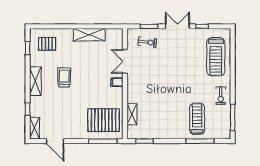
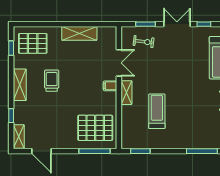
pallet: (47, 44) -> (33, 43), width x1.50, depth x1.42
double door: (125, 61) -> (119, 63), swing flipped
shelving: (132, 114) -> (127, 93), moved
treadmill: (197, 119) -> (157, 111), moved

